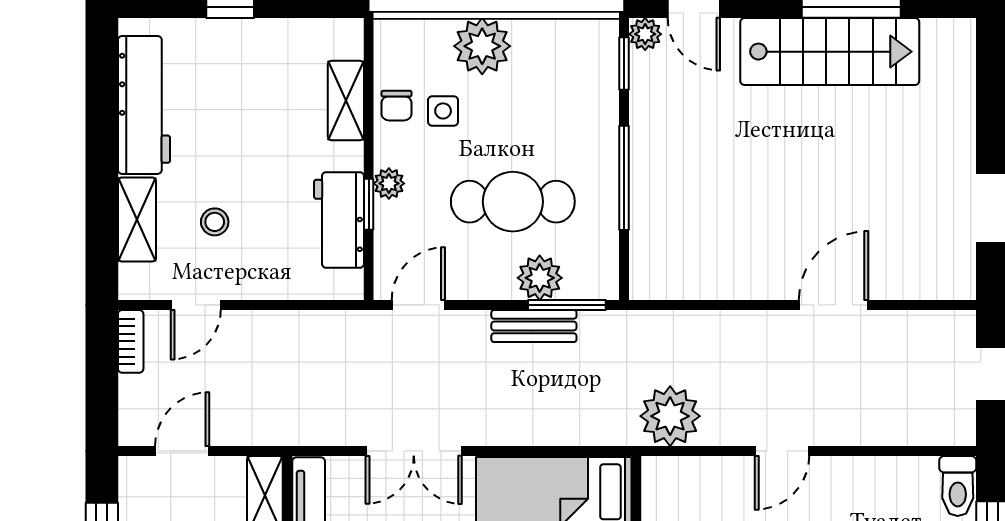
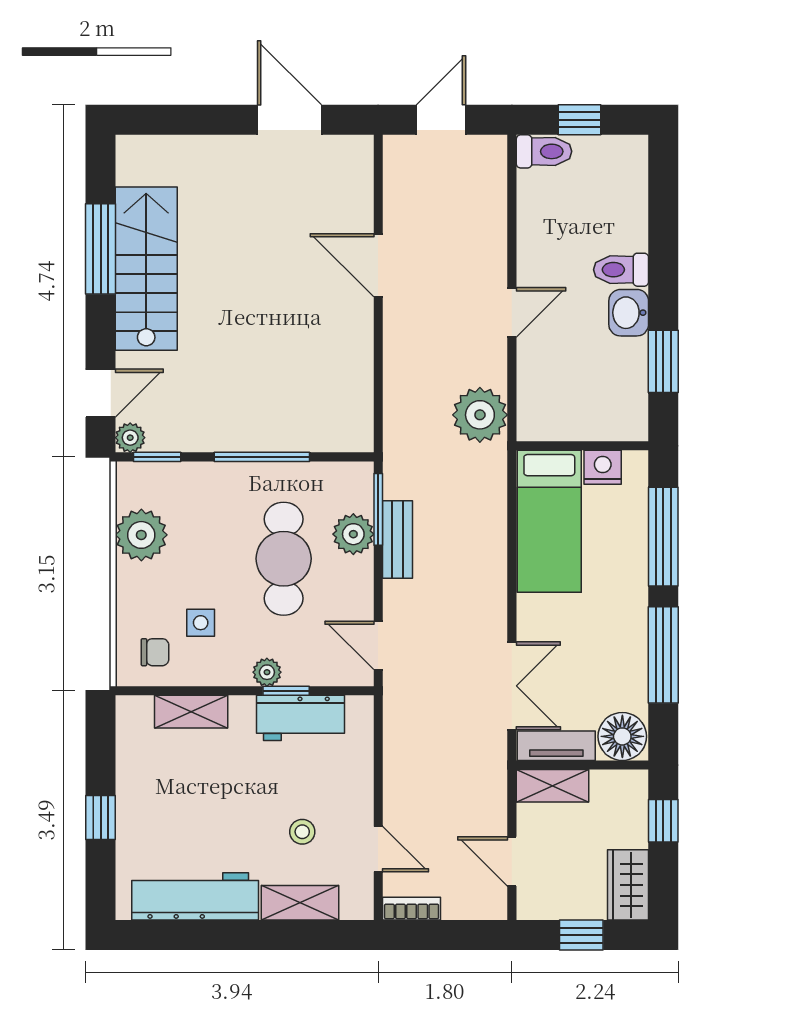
plant: (482, 46) -> (141, 535), moved
chair: (396, 106) -> (155, 652), moved
double door: (414, 451) -> (512, 686), moved
door: (782, 451) -> (512, 312), hinge flipped

